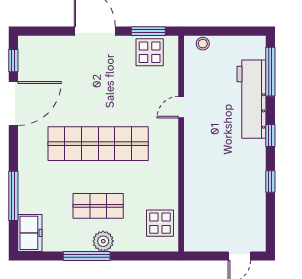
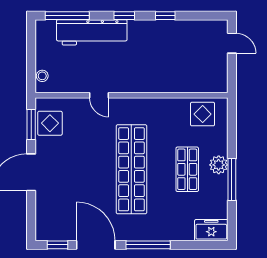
window: (13, 196) -> (148, 245), moved

